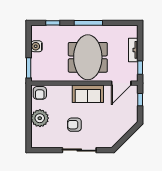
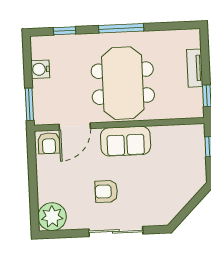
door: (121, 83) -> (75, 126), moved
plant: (40, 118) -> (52, 217), moved

